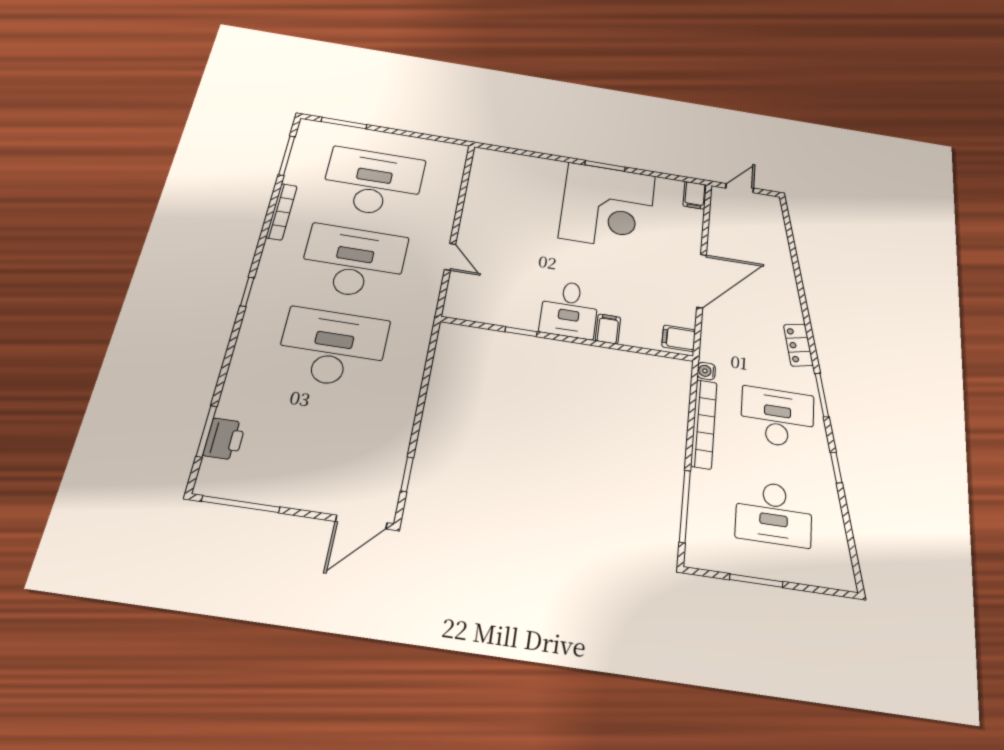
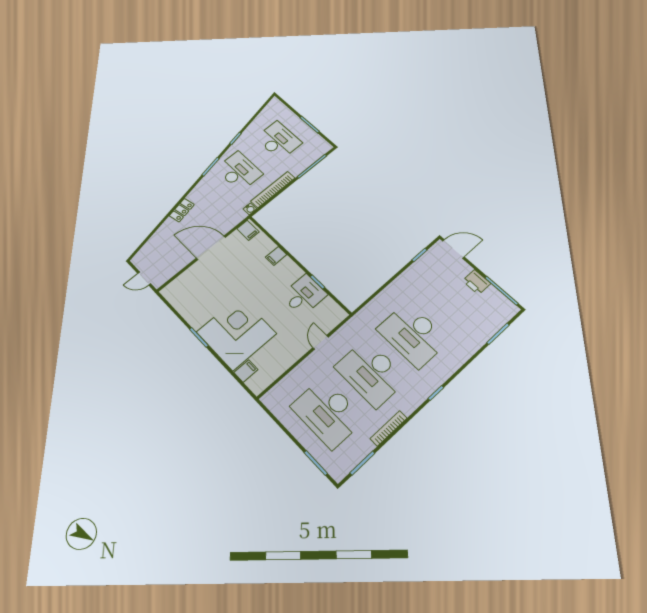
filing cabinet: (695, 195) -> (246, 371), moved
corner desk: (607, 207) -> (236, 333), moved
desk: (569, 309) -> (304, 295), moved
locker: (798, 345) -> (182, 210), moved
desk: (777, 417) -> (239, 171), turned 180
printer: (224, 439) -> (477, 282), moved, turned -90

